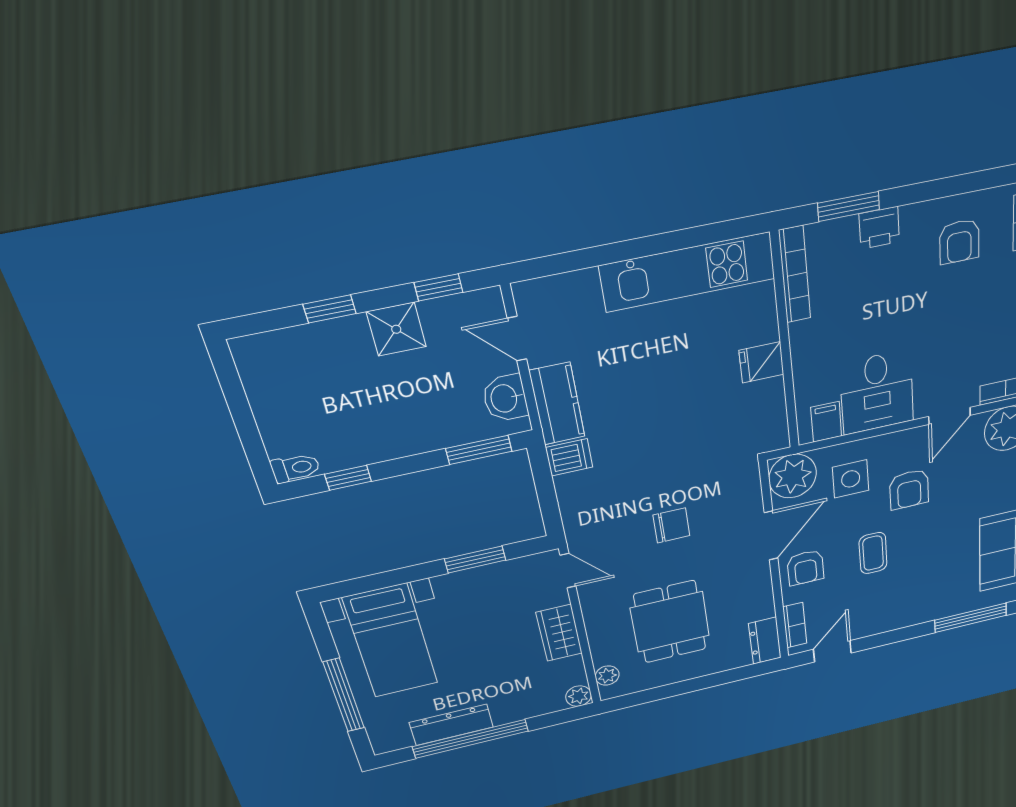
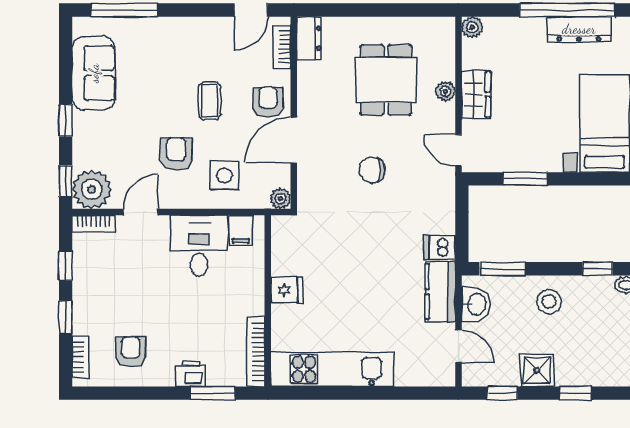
stool: (404, 423) -> (549, 302), added
plant: (793, 476) -> (280, 199), width x0.53, depth x0.53
plant: (607, 676) -> (445, 91), moved

